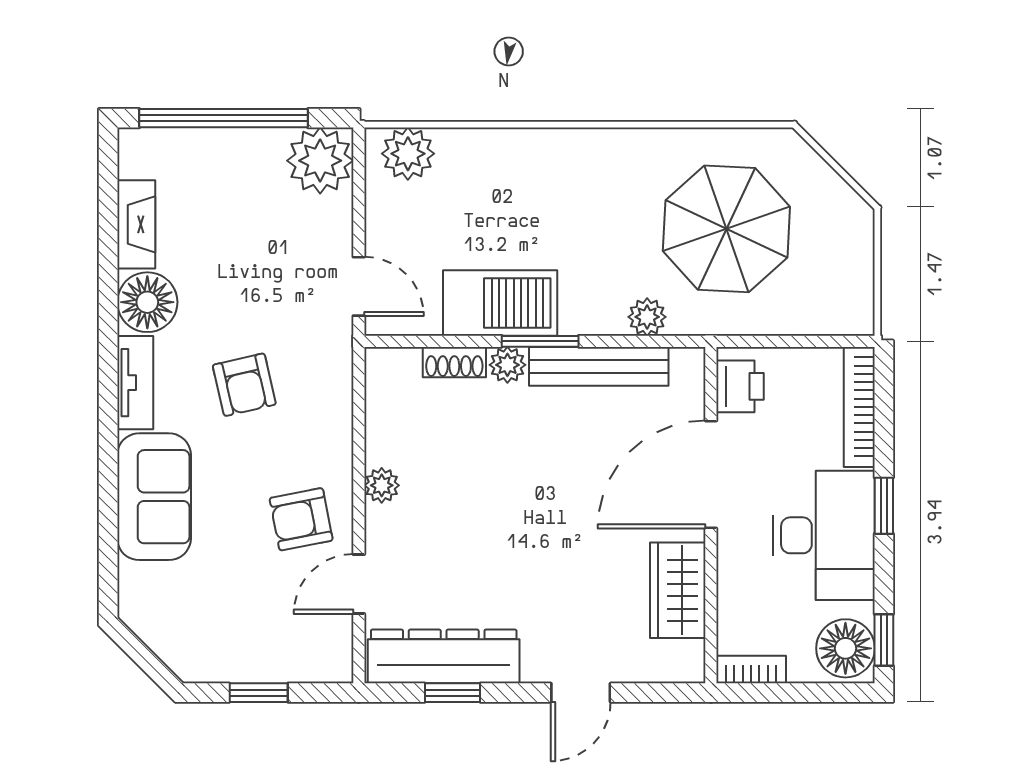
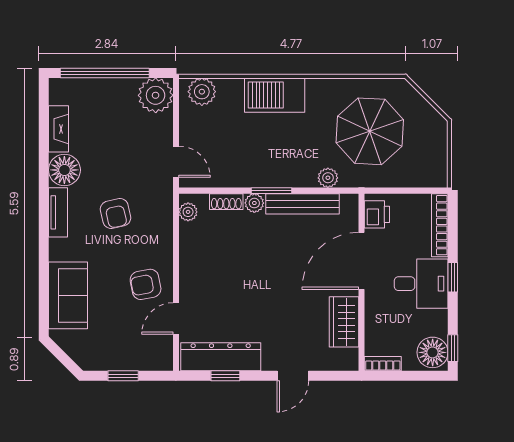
barbecue: (500, 303) -> (275, 95), moved, turned 180
plant: (382, 485) -> (188, 212), moved
sofa: (154, 497) -> (68, 295), moved
desk: (824, 535) -> (421, 284), width x0.73

